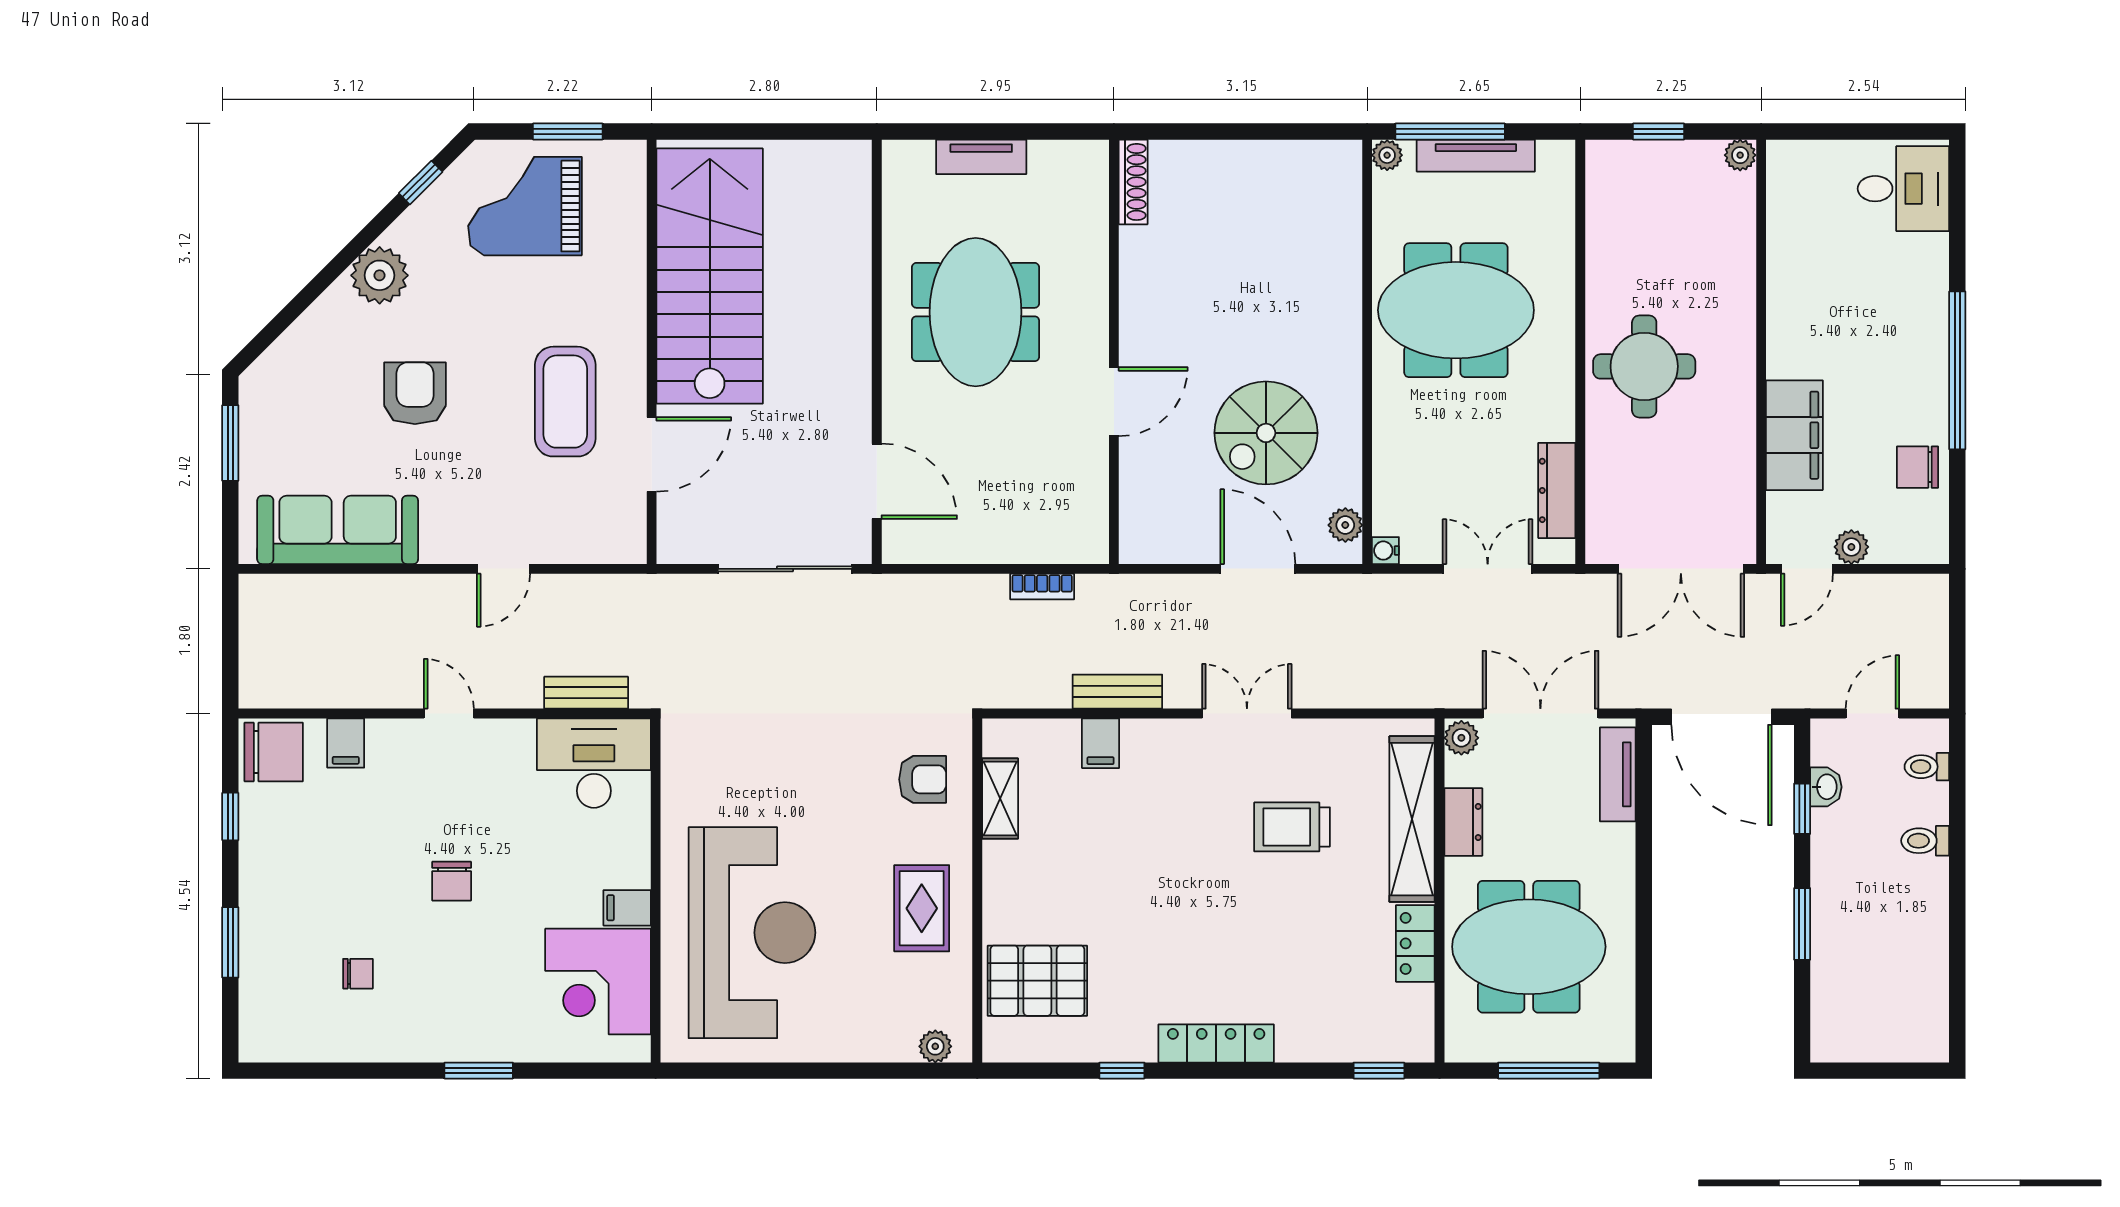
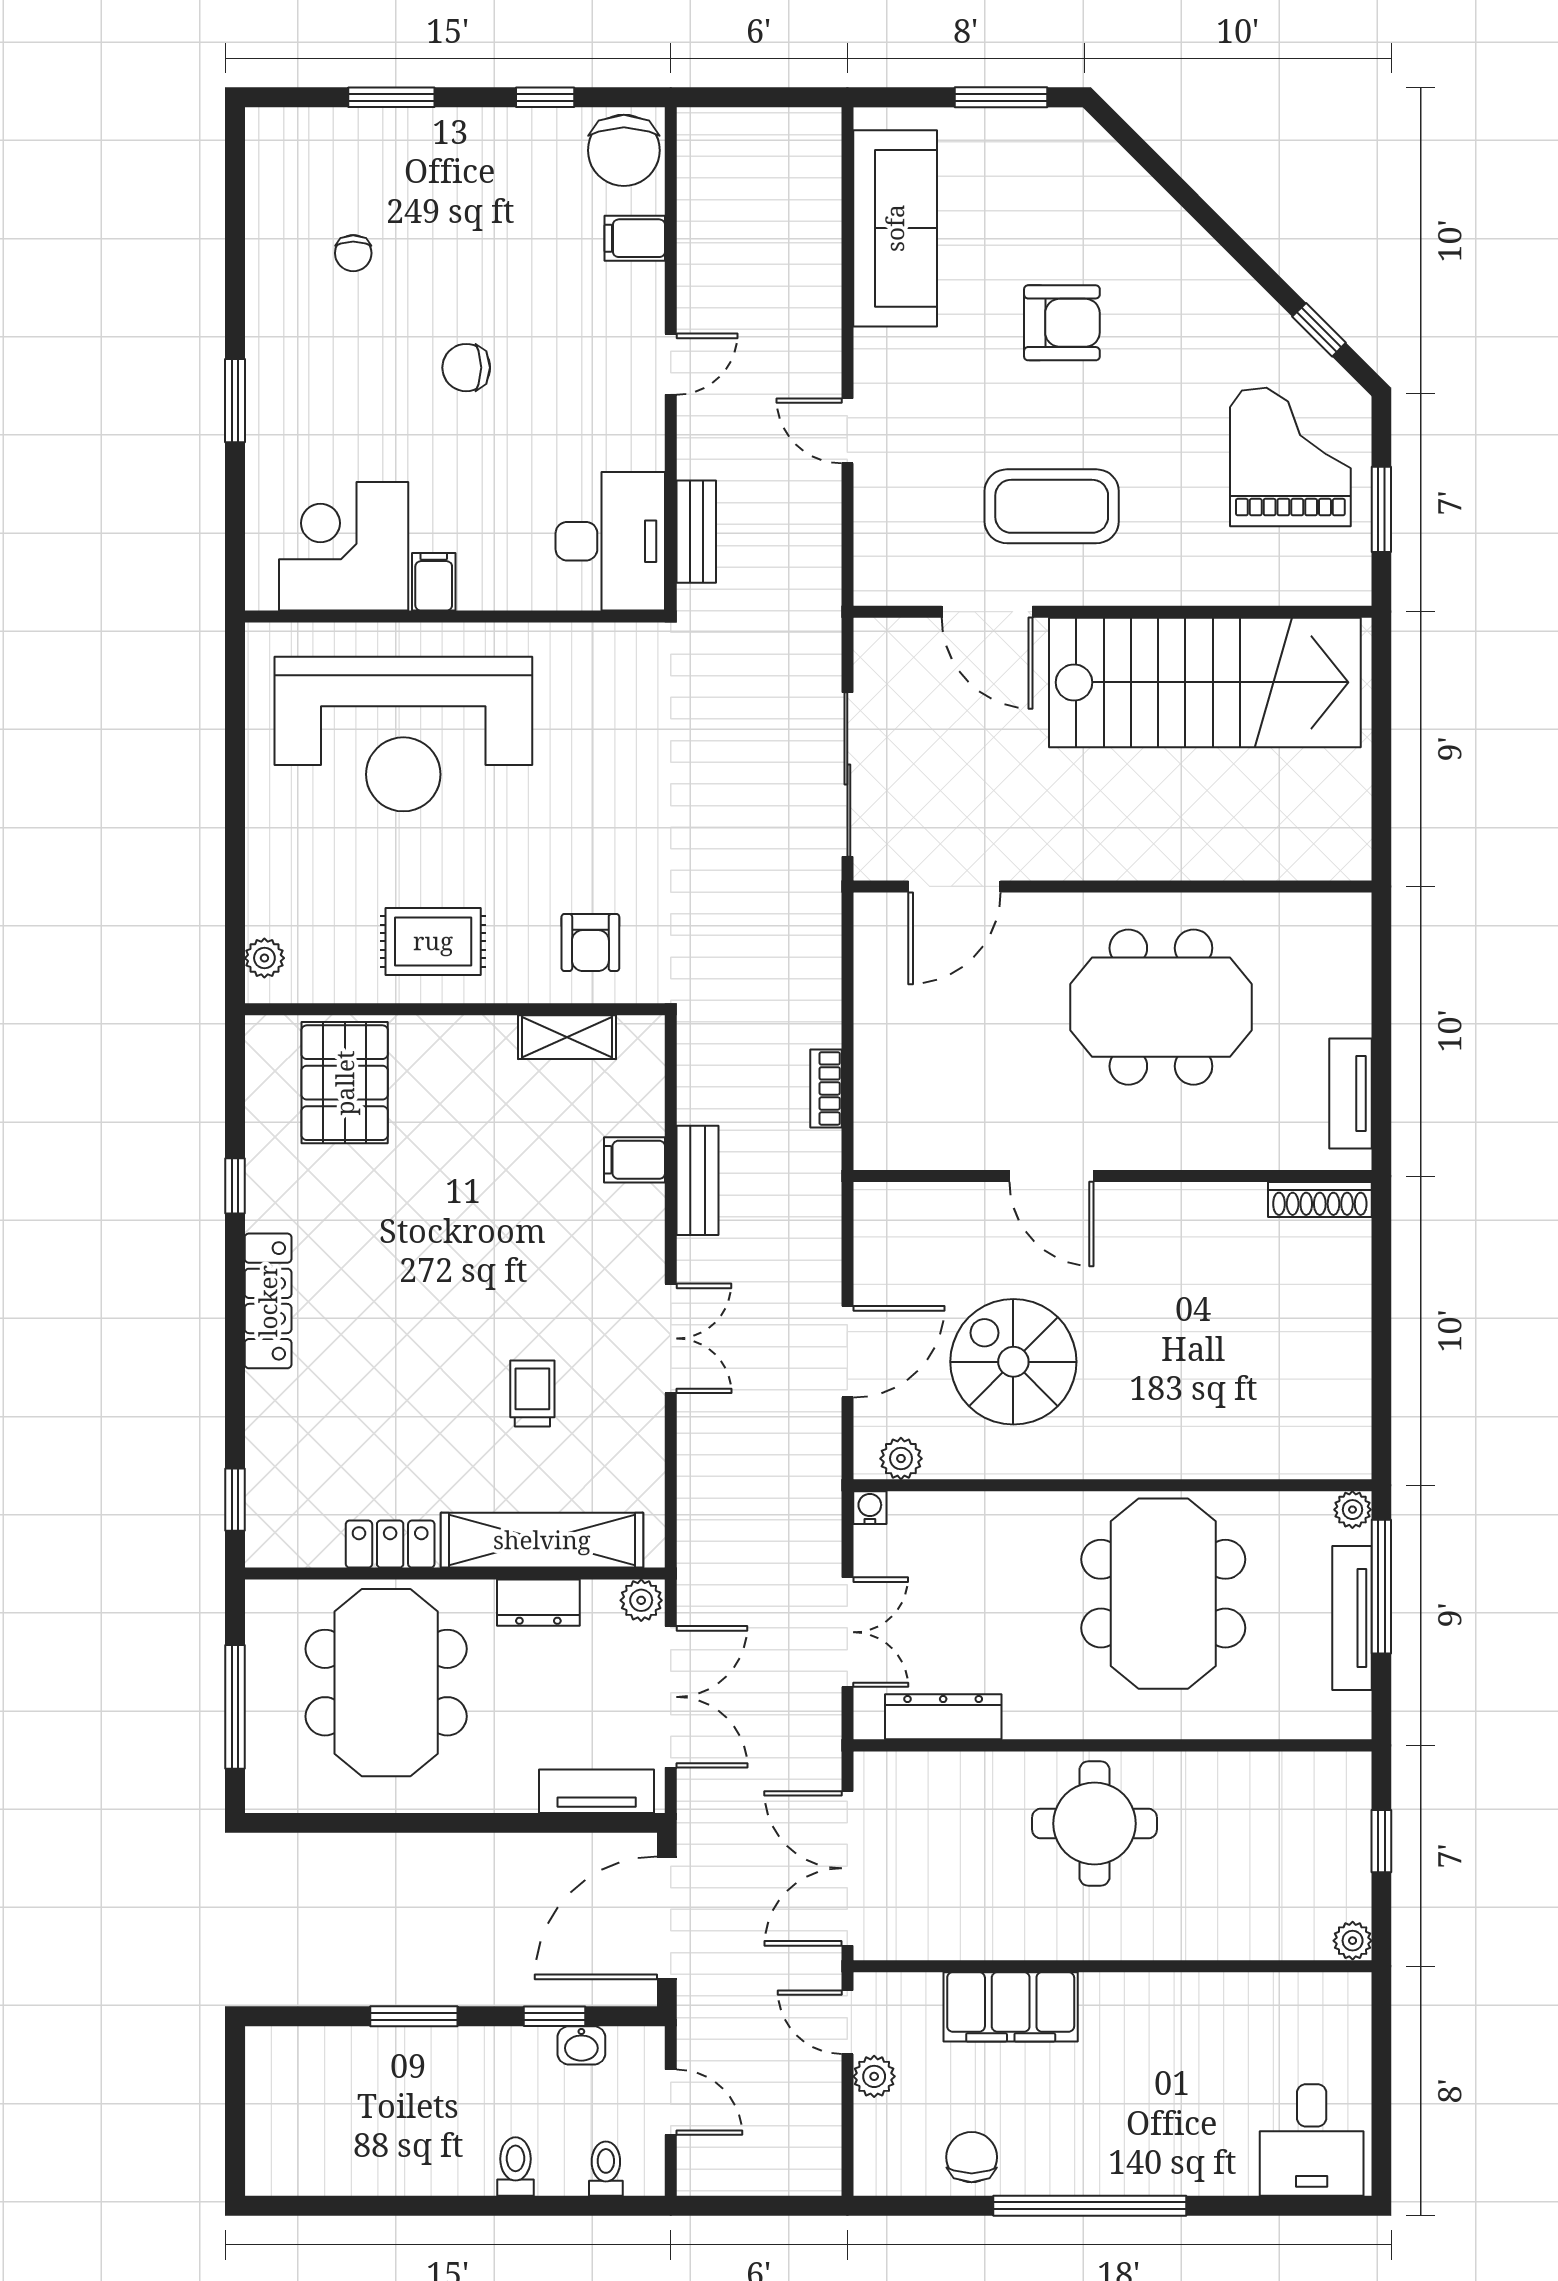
tv unit: (981, 157) -> (1351, 1093), moved
plant: (380, 275) -> (1206, 279), removed
trolley: (1292, 827) -> (532, 1394), width x0.73, depth x0.72

